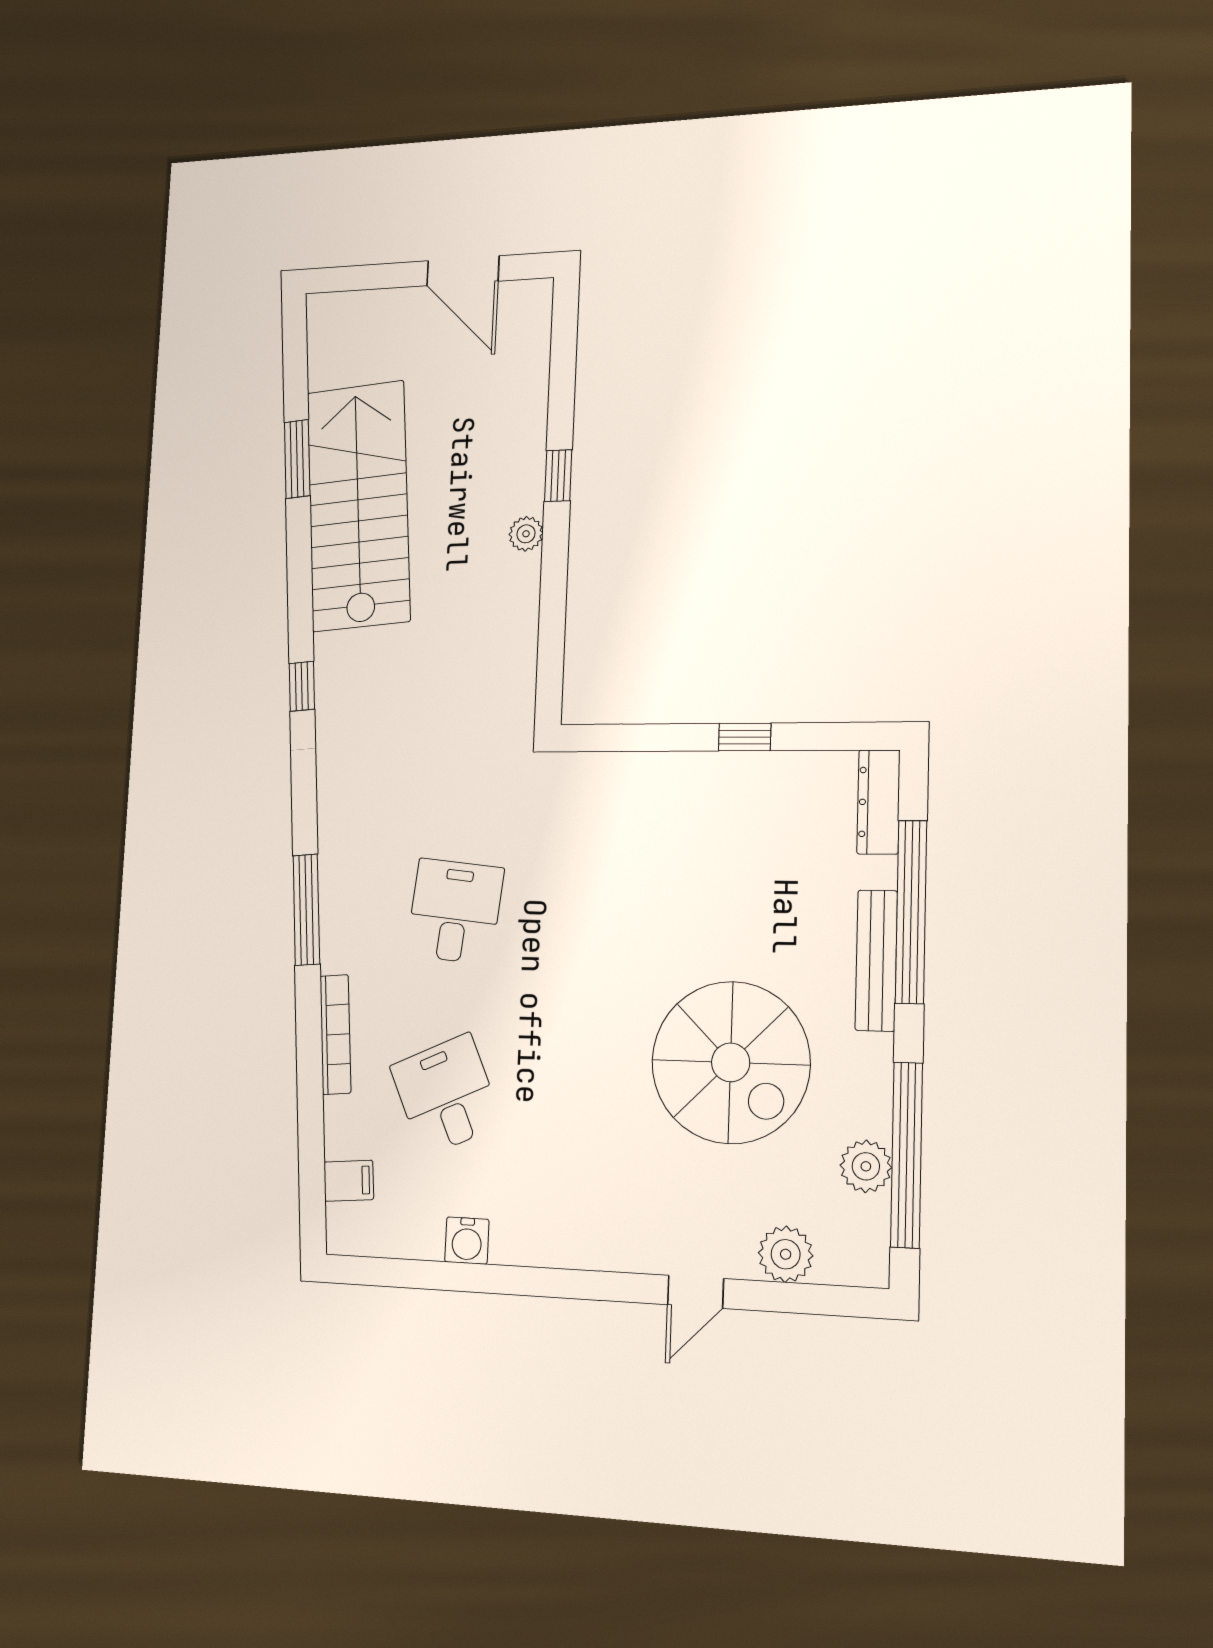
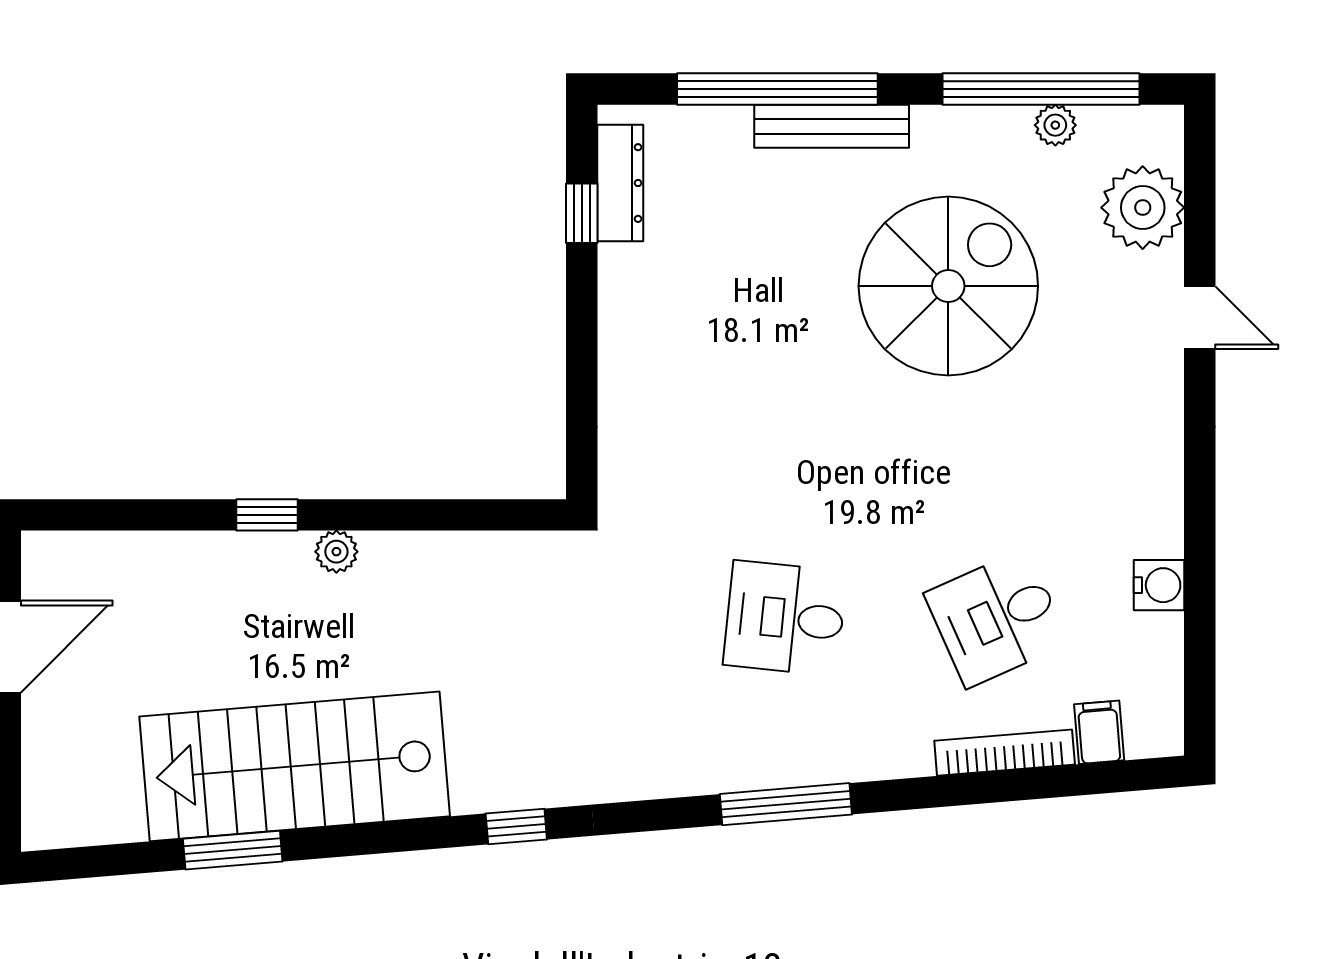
window: (745, 737) -> (582, 213), moved
dresser: (878, 802) -> (620, 183), moved, turned -90
bookcase: (335, 1034) -> (1005, 753), moved
plant: (866, 1166) -> (1055, 125), width x0.73, depth x0.73
plant: (786, 1254) -> (1143, 208), width x1.36, depth x1.36

